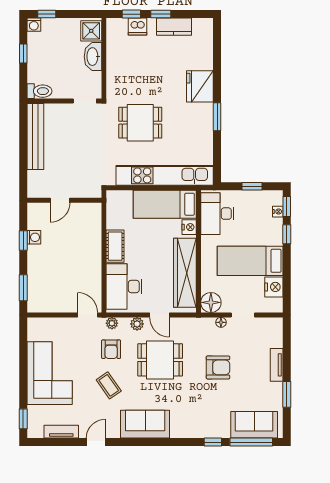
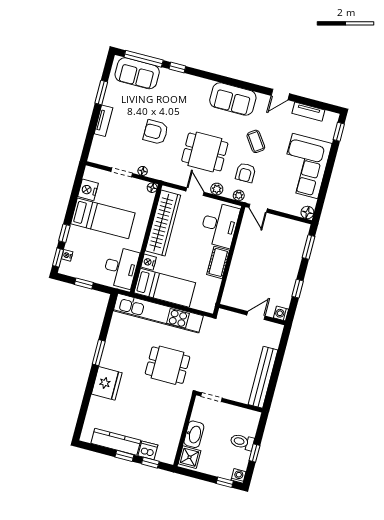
kitchen counter: (174, 27) -> (116, 442), width x1.50
toilet: (39, 91) -> (242, 442), moved
washing machine: (34, 237) -> (281, 314), moved
floor lamp: (211, 302) -> (152, 188), width x0.53, depth x0.53
floor lamp: (34, 324) -> (307, 212), added
armchair: (111, 349) -> (245, 173), turned 180

